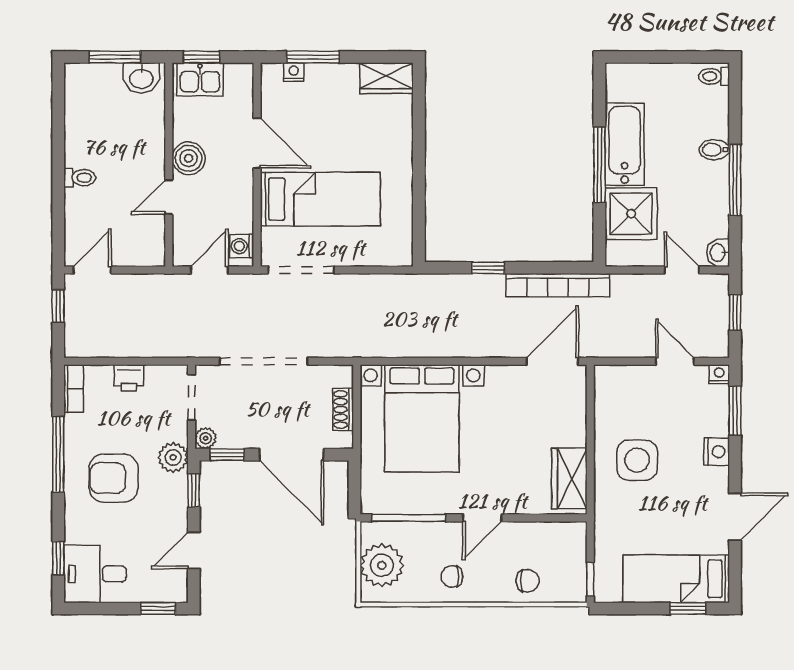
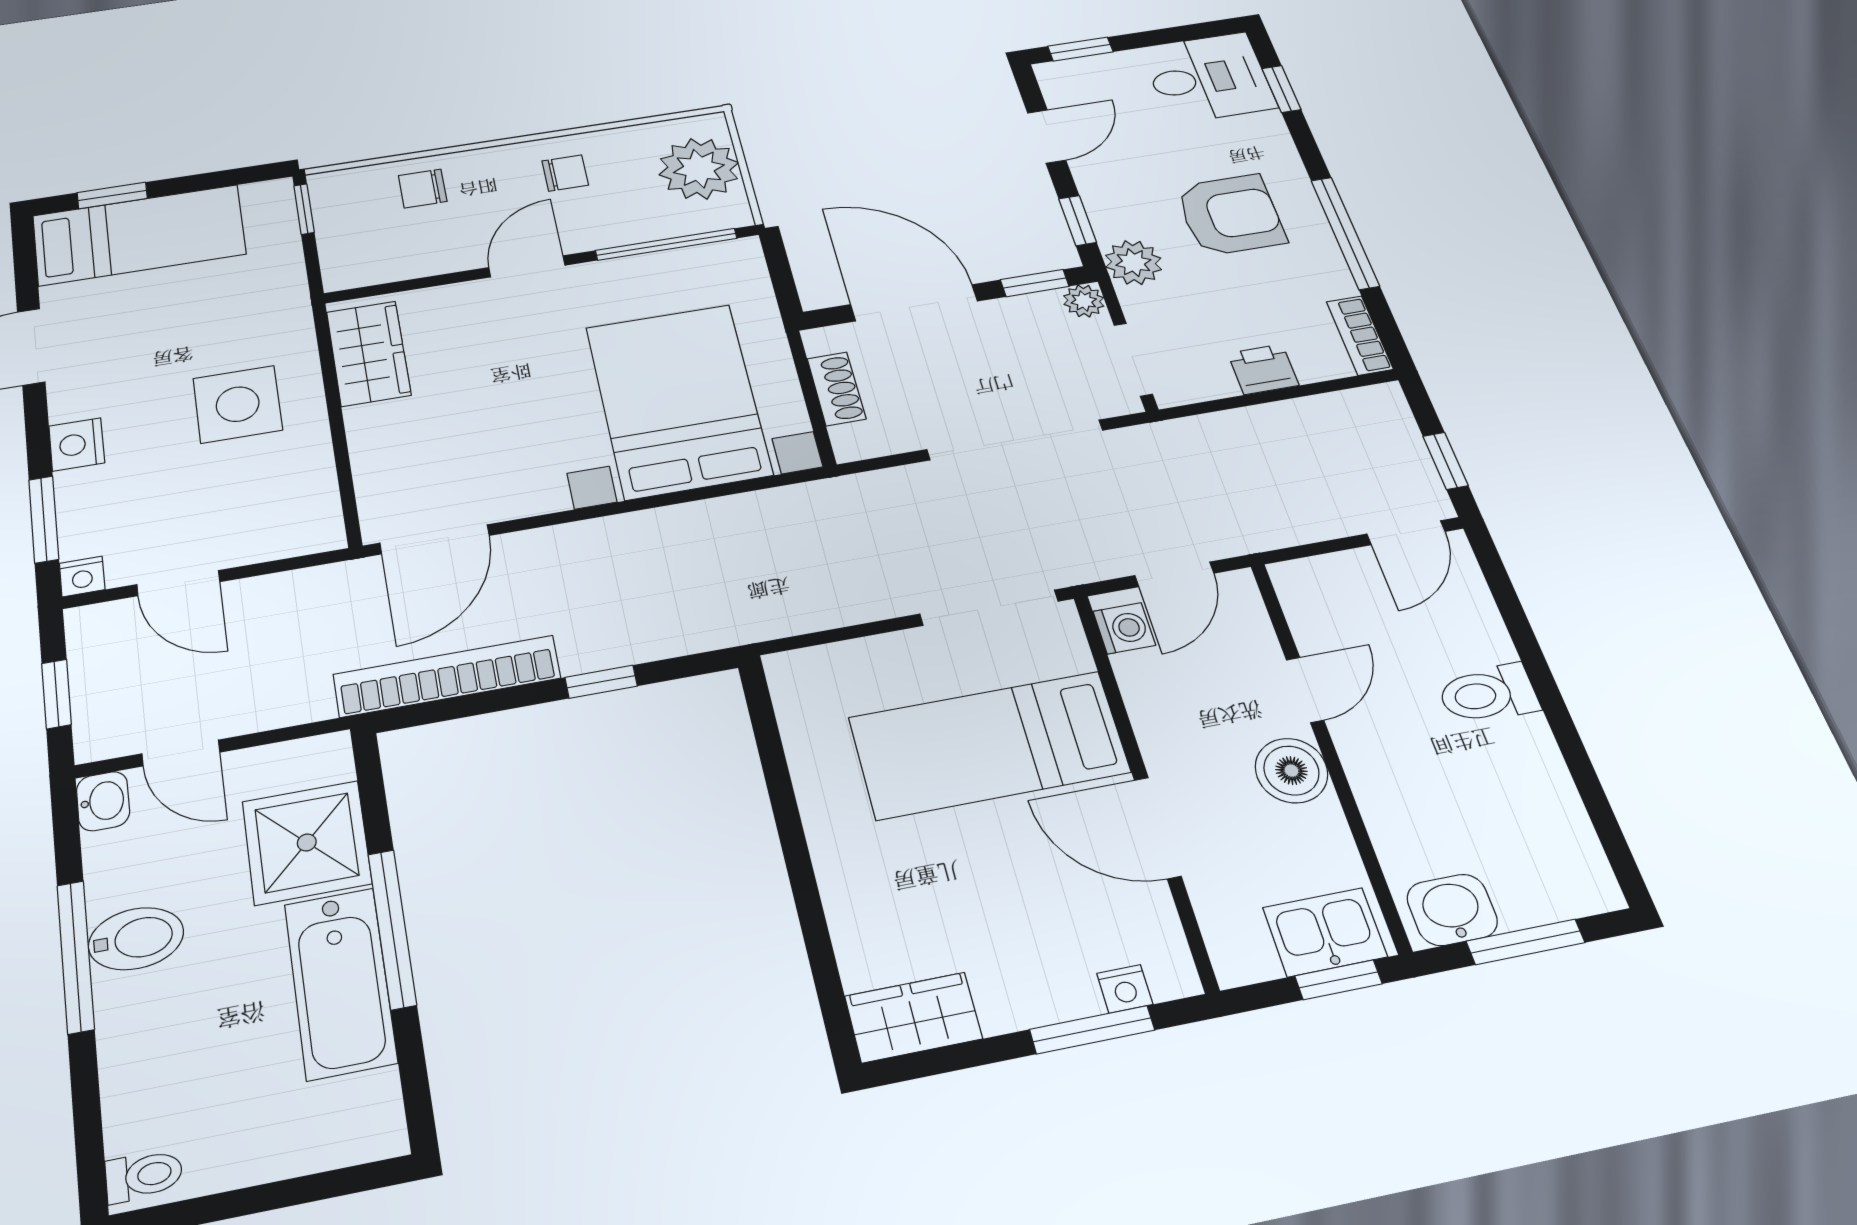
bidet: (714, 150) -> (136, 939), moved, width x1.38, depth x1.36
toilet: (80, 178) -> (1488, 694), width x1.37, depth x1.39

